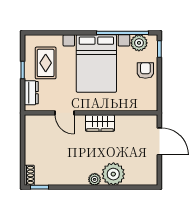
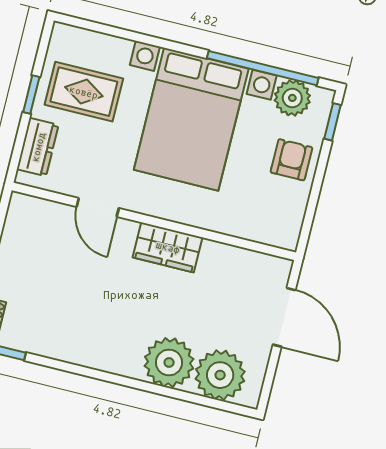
rug: (46, 63) -> (84, 92), turned 90
plant: (95, 179) -> (220, 375), moved, width x1.88, depth x1.88

